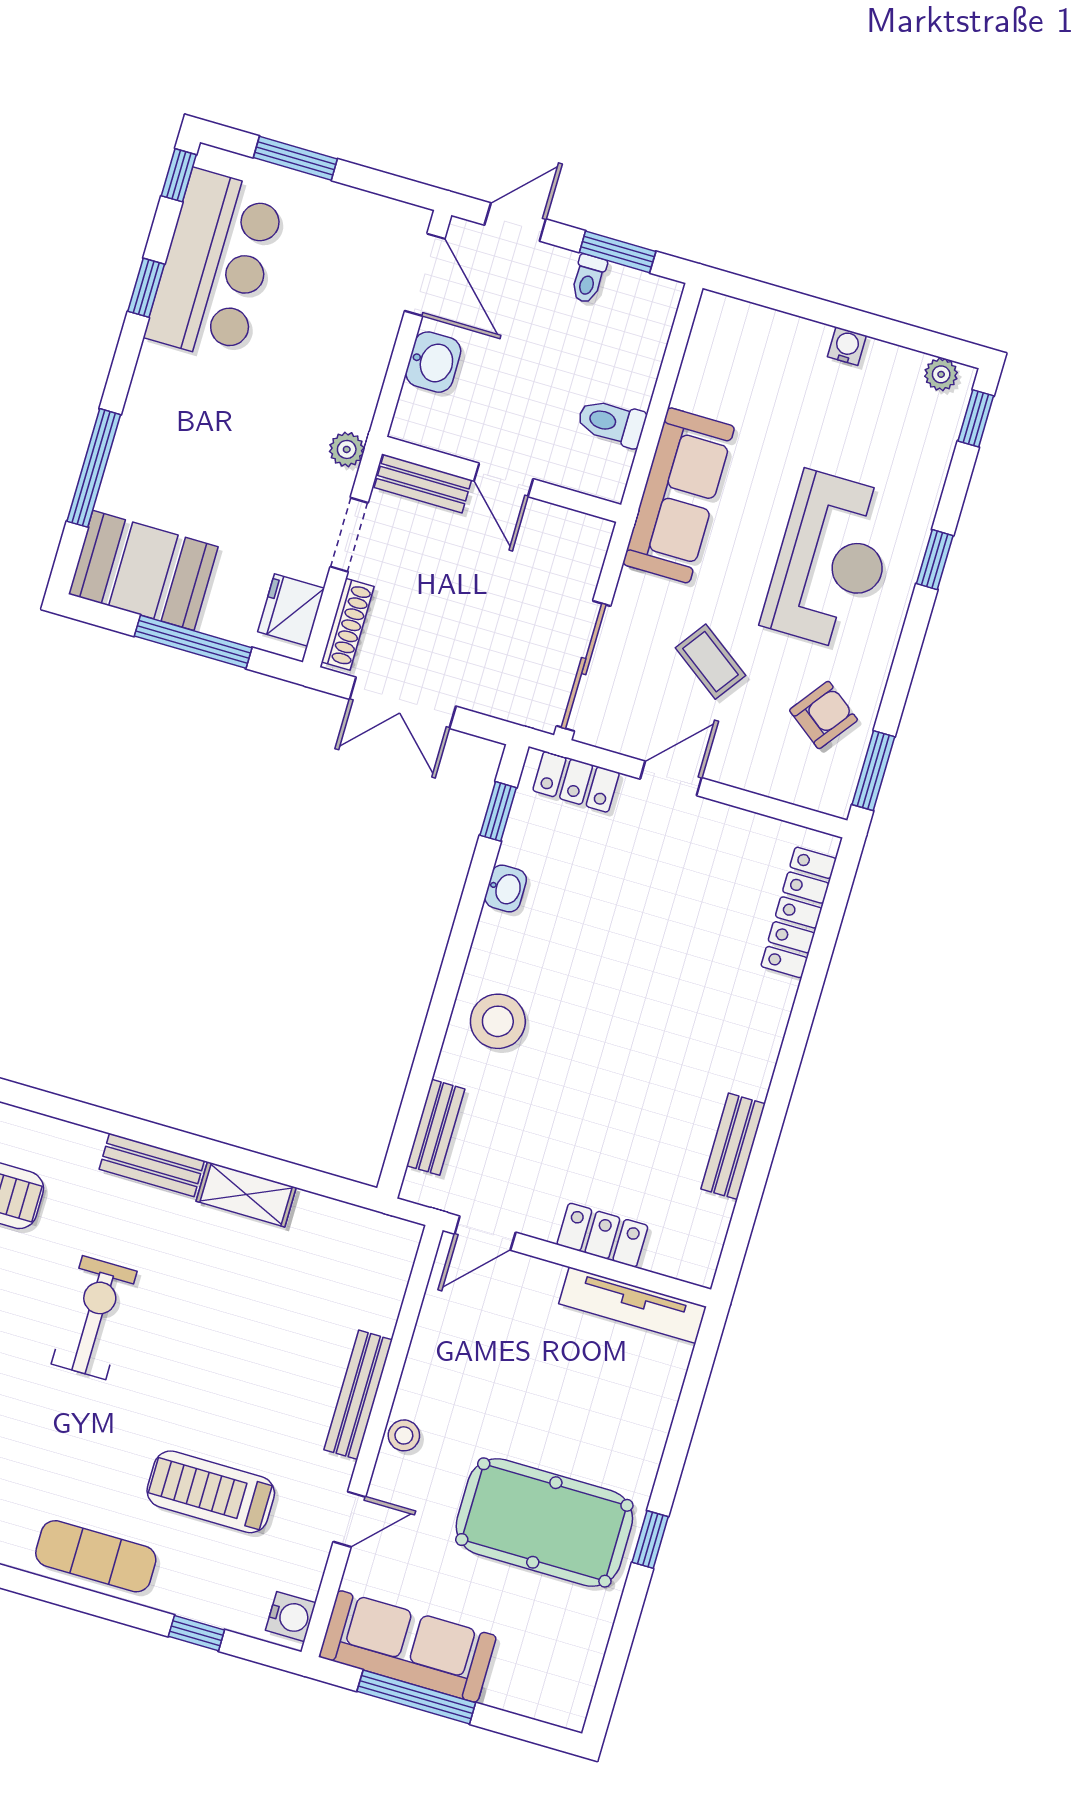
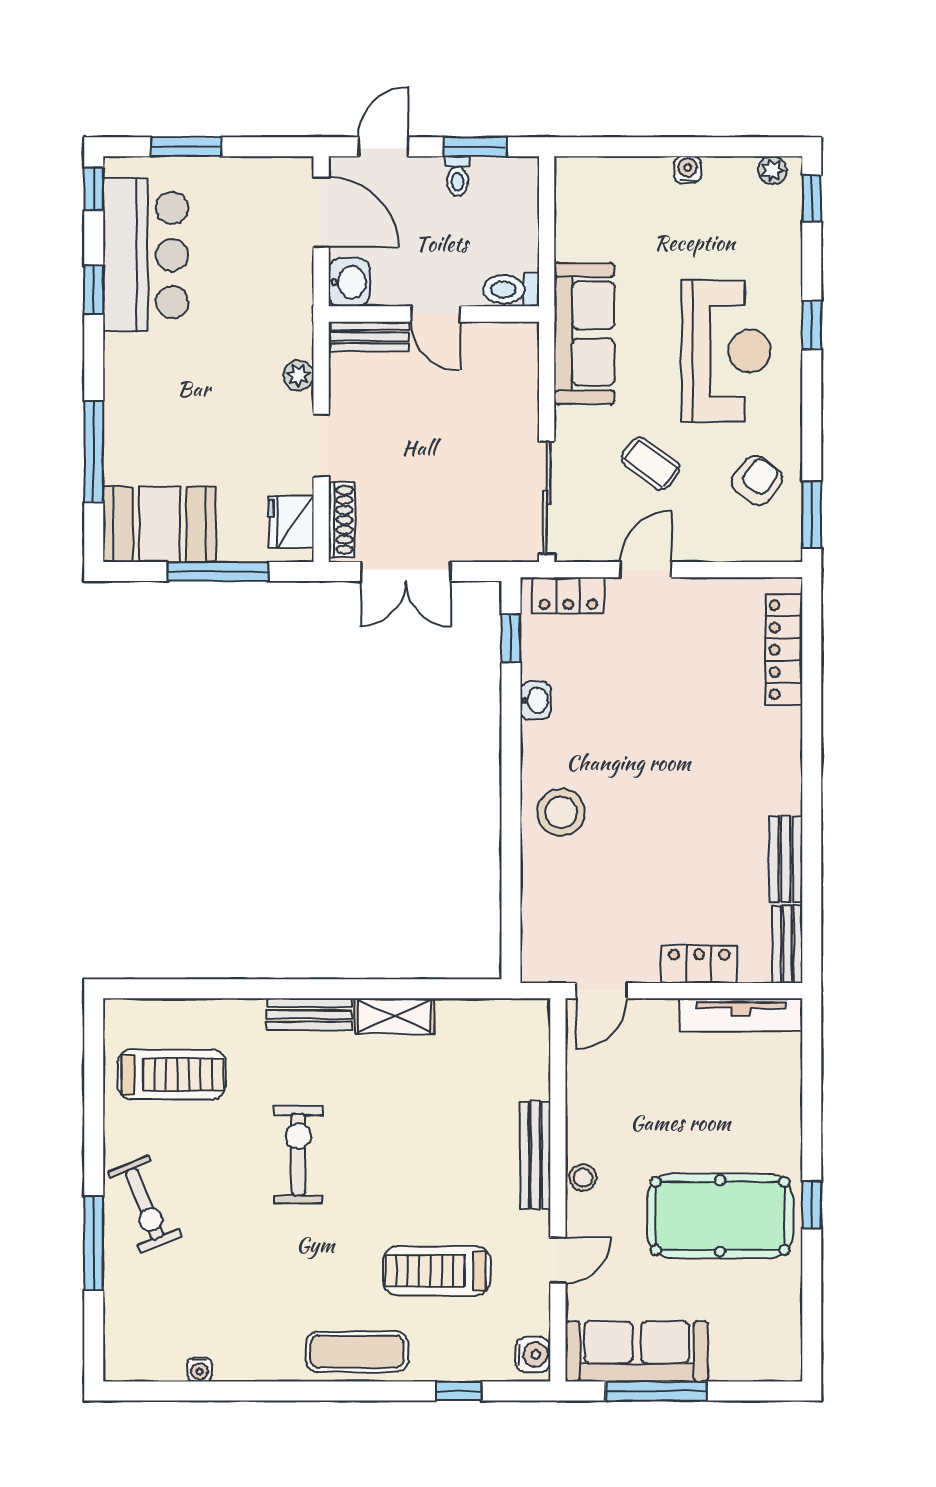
wall: (502, 479) -> (434, 314), moved
door: (503, 480) -> (436, 314), moved
bench: (423, 484) -> (370, 337), moved
bench: (436, 1127) -> (787, 944), moved

